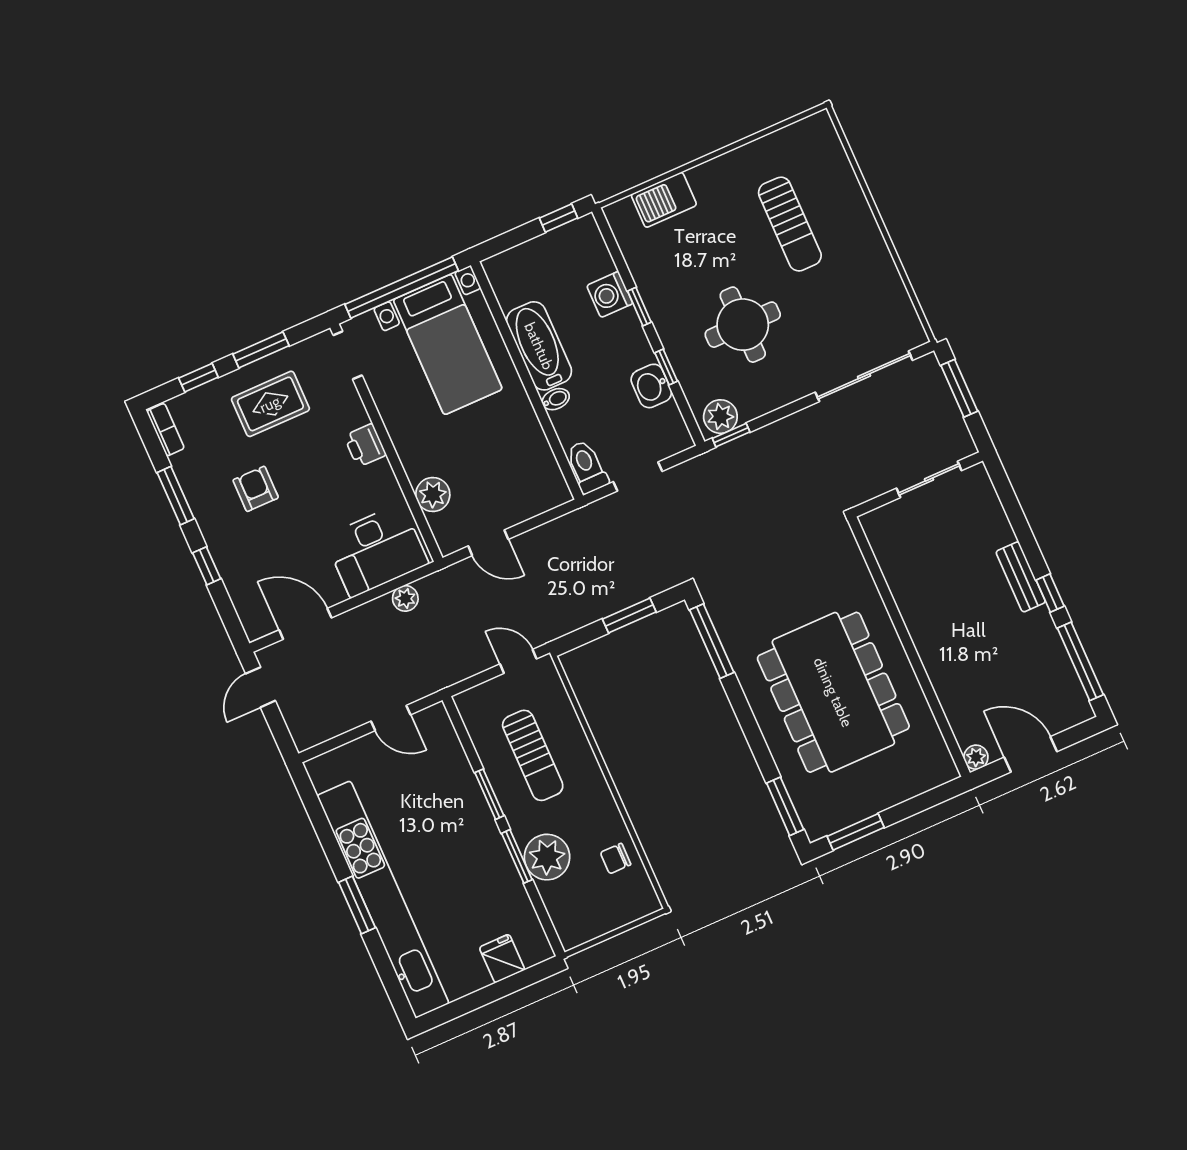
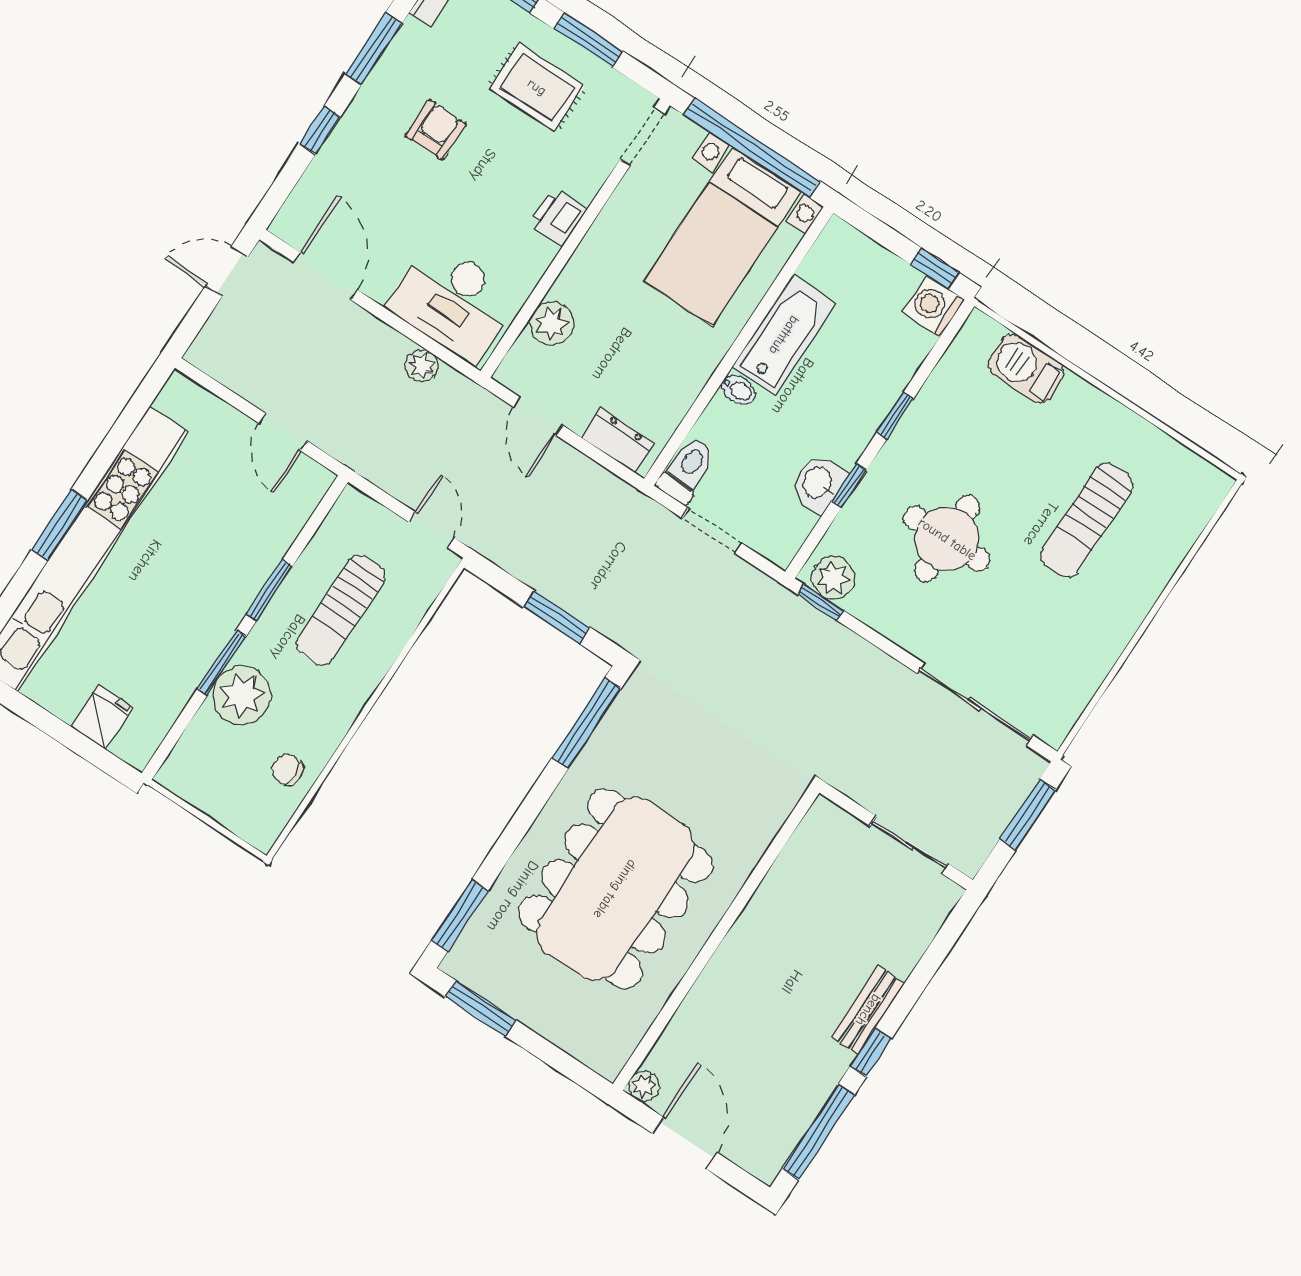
washing machine: (610, 294) -> (933, 306), moved
dresser: (538, 500) -> (618, 440), added

